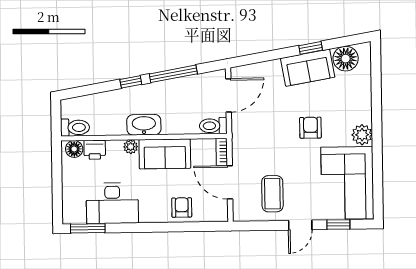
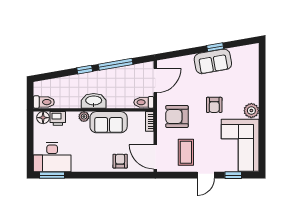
floor lamp: (346, 59) -> (240, 55), removed
armchair: (310, 128) -> (214, 105), turned 180
armchair: (259, 145) -> (177, 116), added
door: (230, 182) -> (155, 157), moved
desk: (112, 203) -> (52, 157), moved

